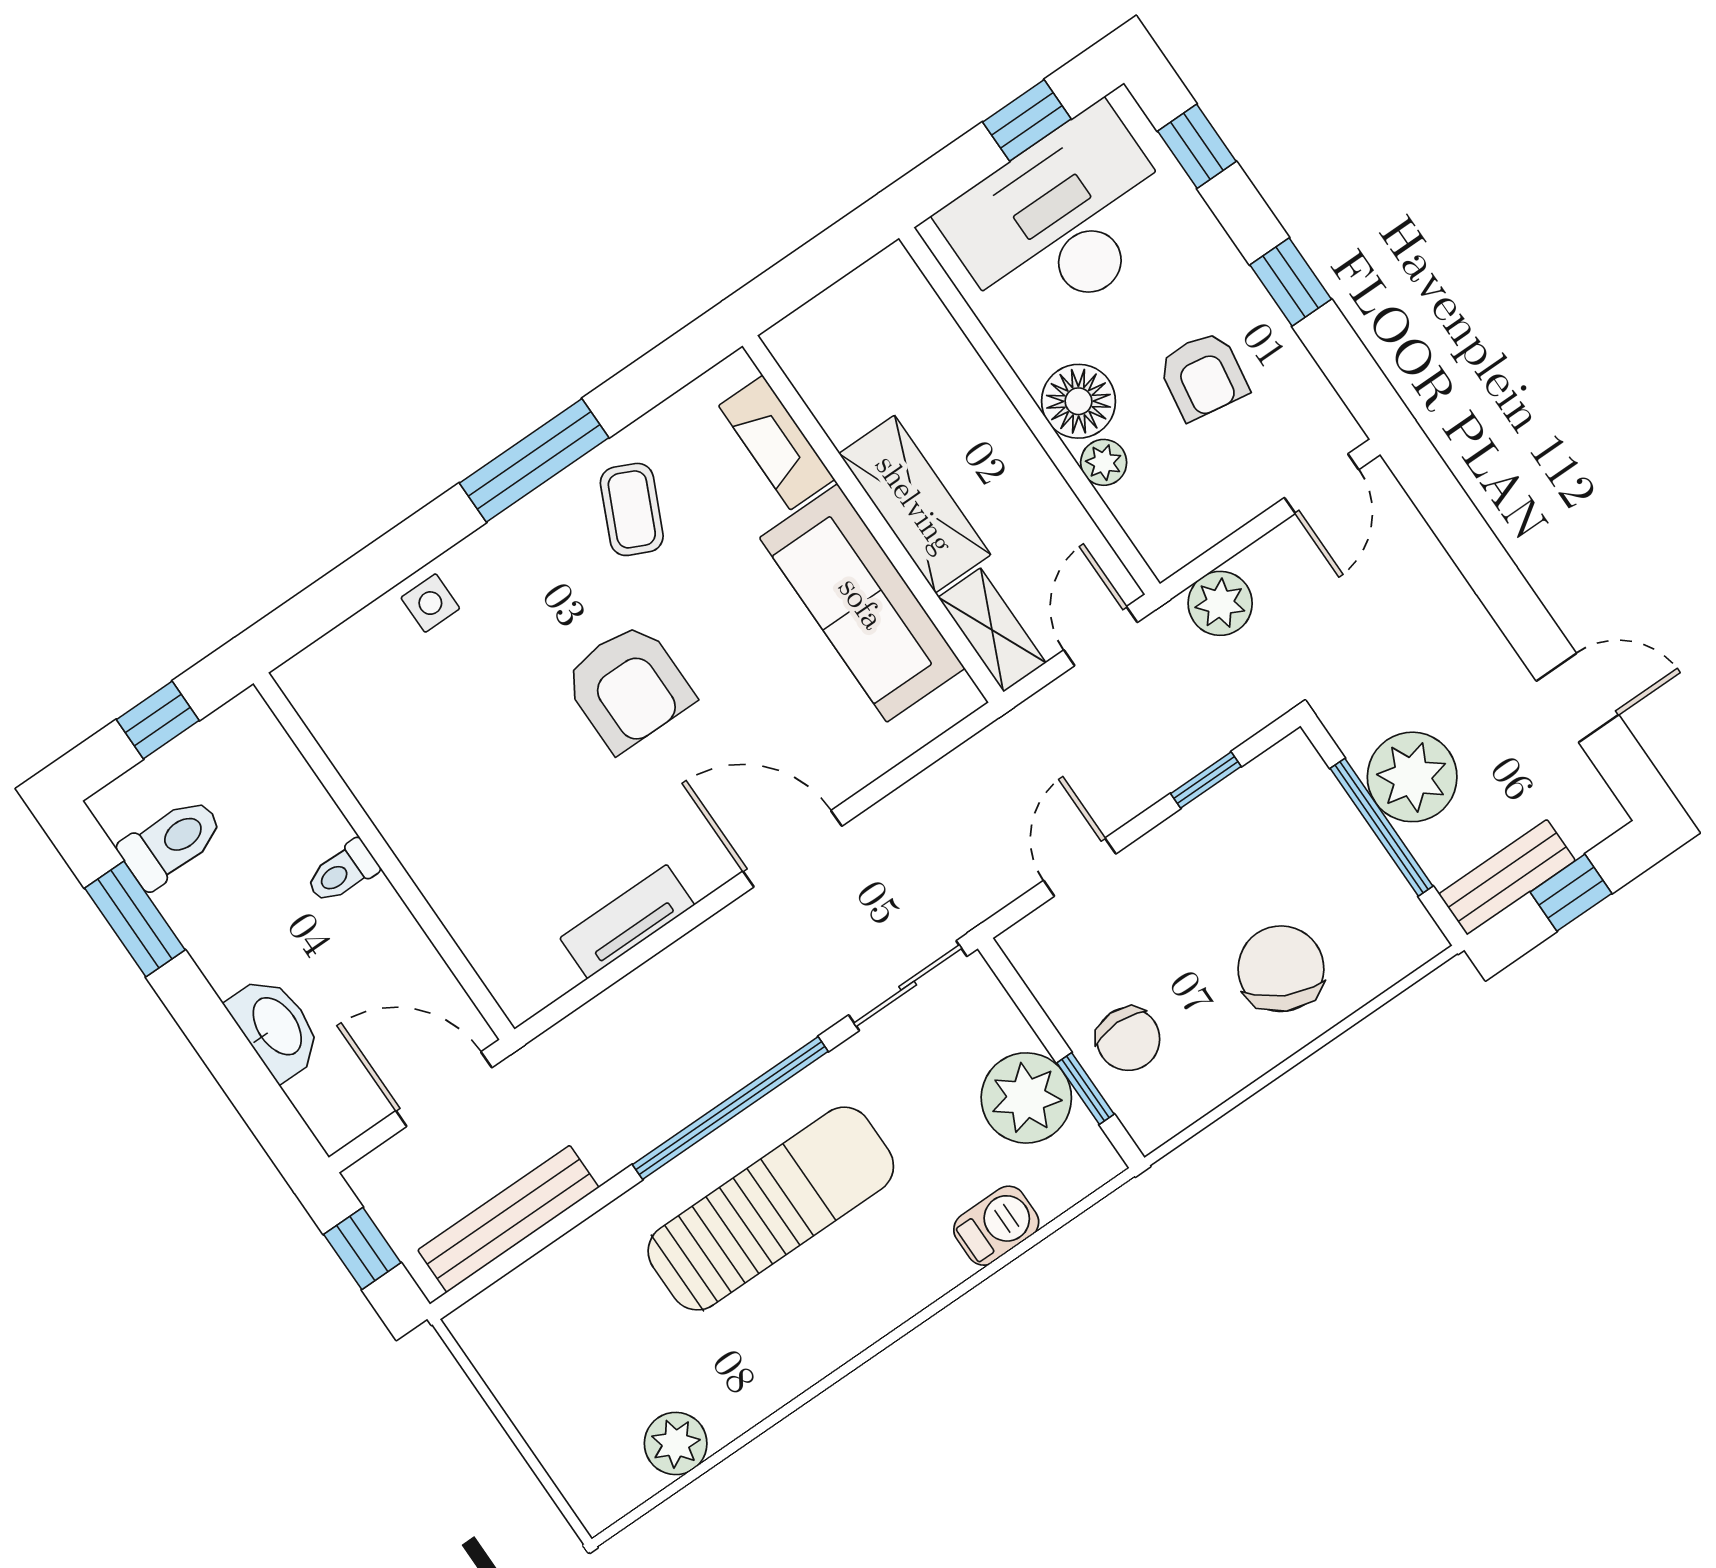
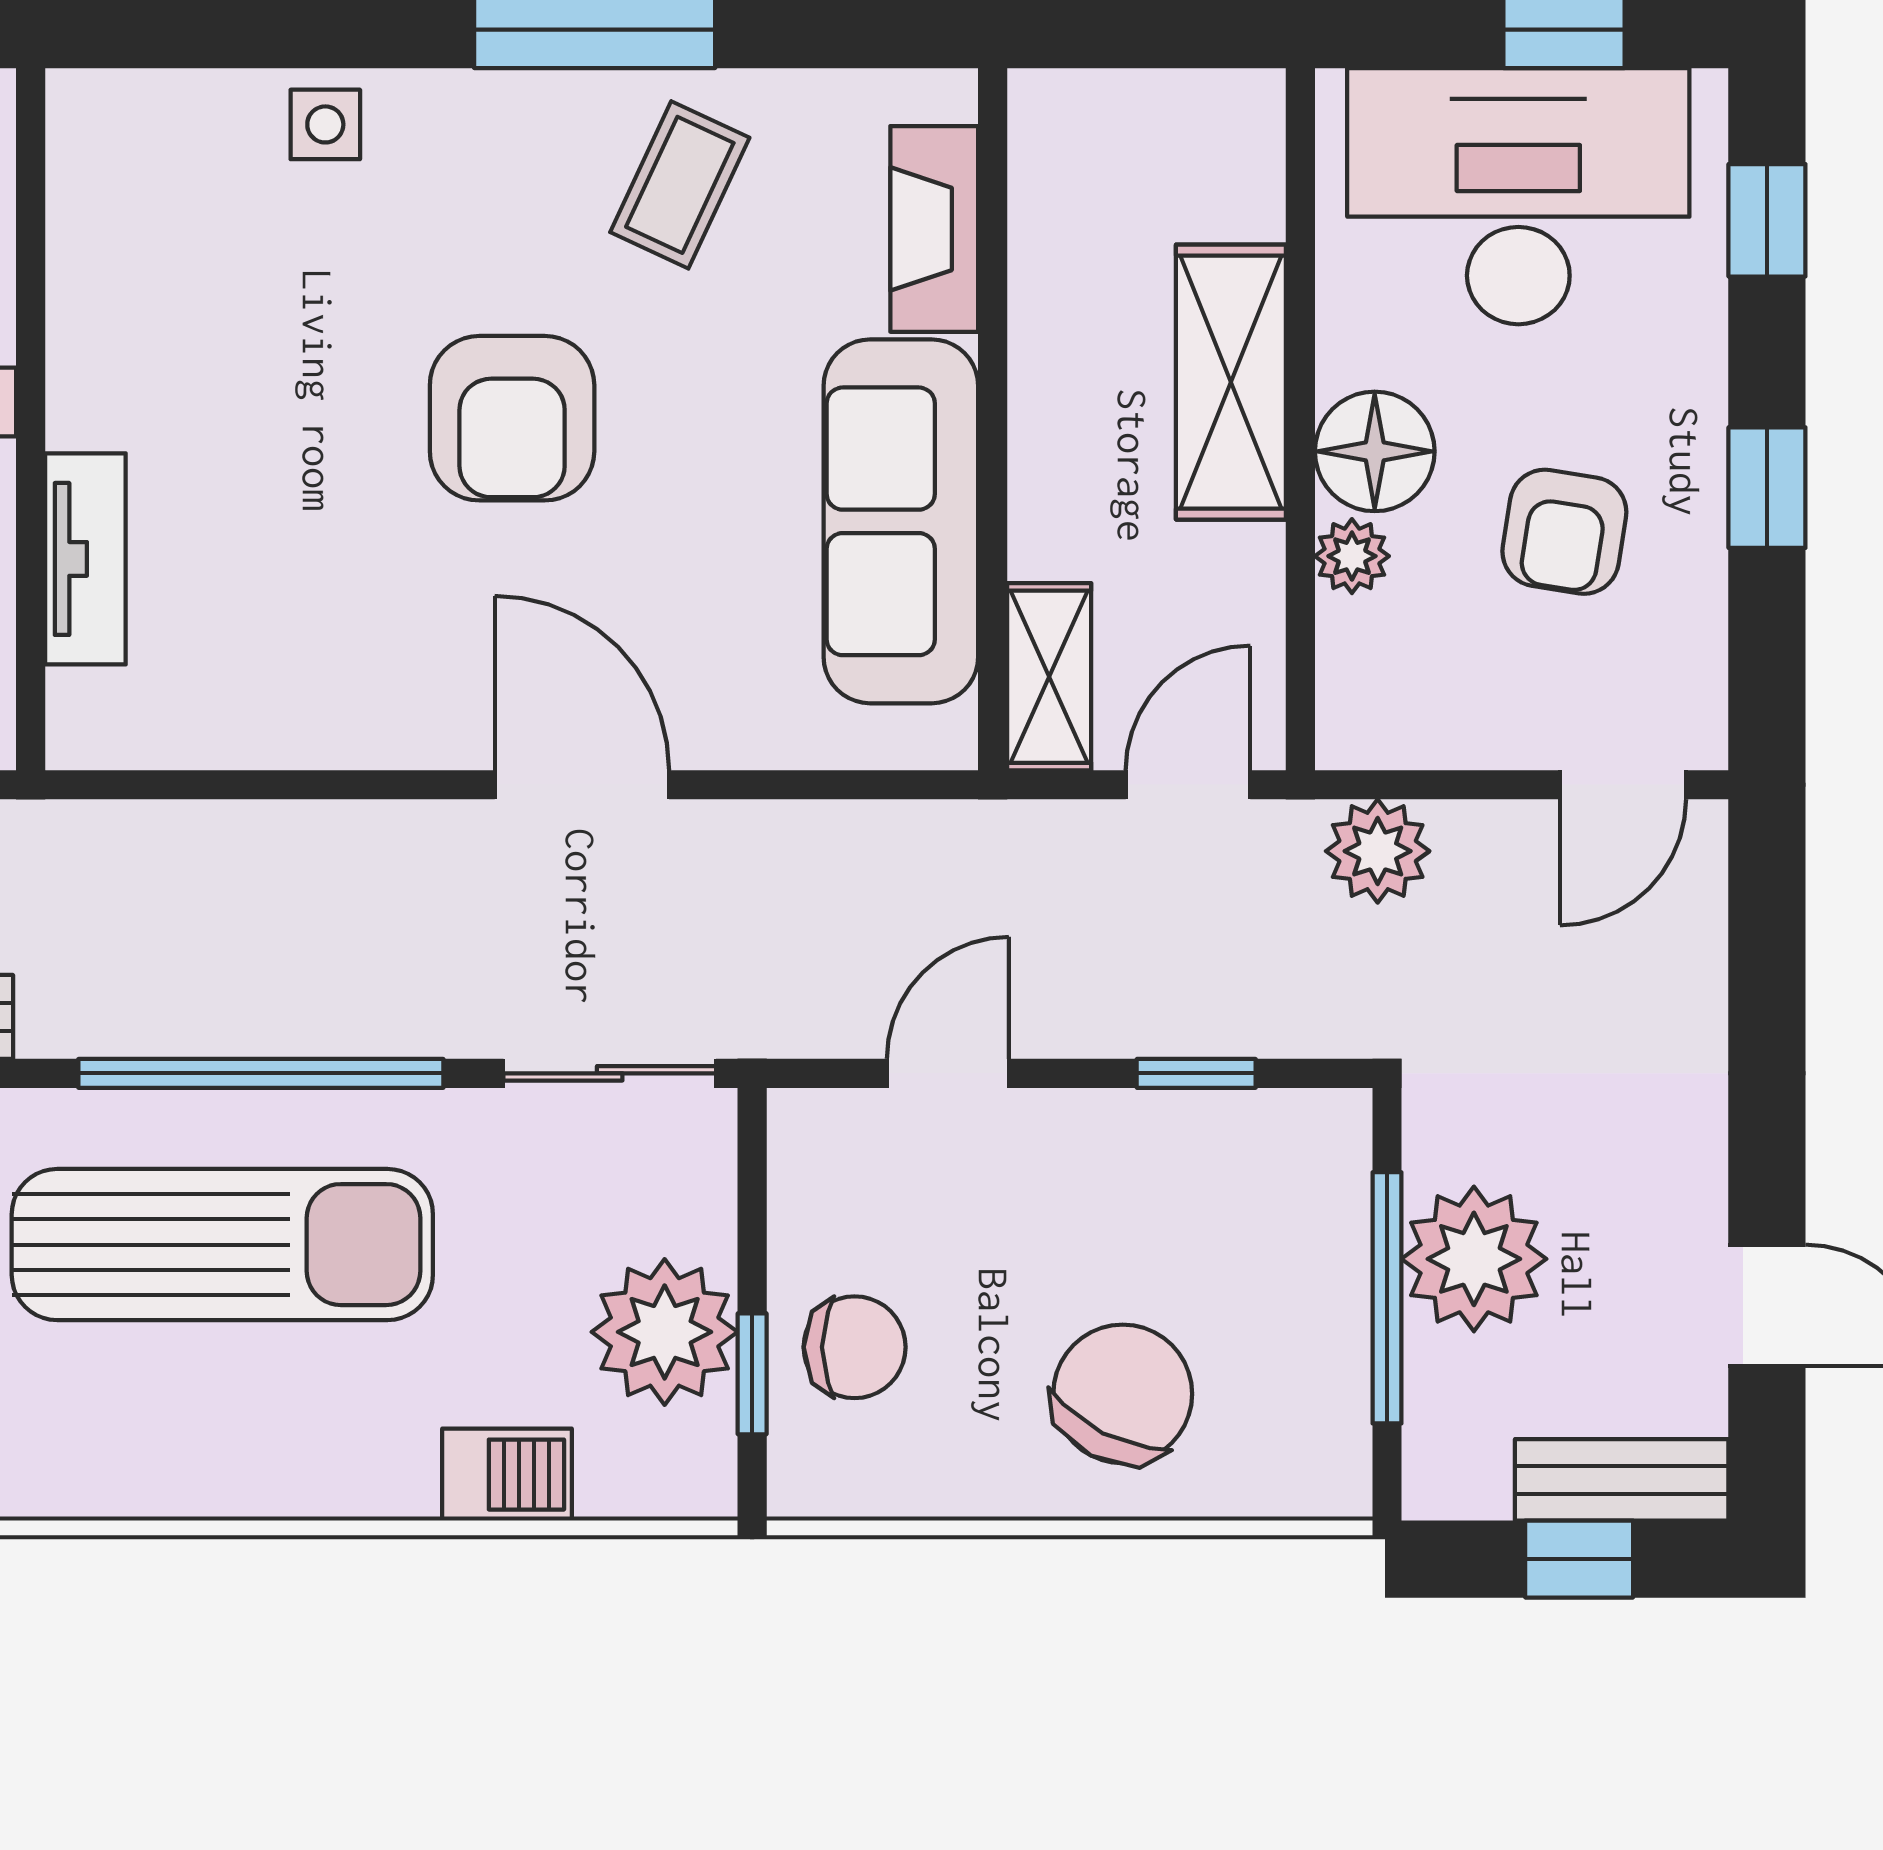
shelving: (915, 504) -> (1231, 382), moved
bench: (1507, 877) -> (1622, 1480), moved
tv unit: (627, 922) -> (85, 559), moved, turned 90
chair: (1128, 1039) -> (855, 1347), turned -90

